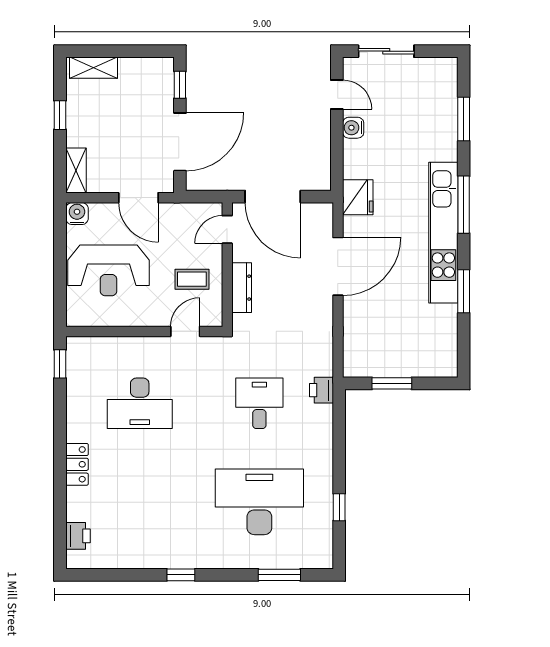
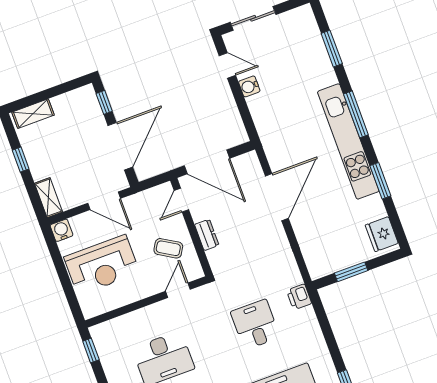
fridge: (358, 197) -> (382, 234), moved, turned 180
coffee table: (192, 279) -> (168, 248), turned 31
dresser: (242, 288) -> (207, 235), width x0.70

